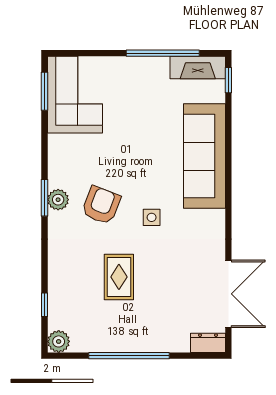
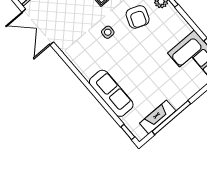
fireplace: (198, 68) -> (158, 117), moved
sofa: (205, 156) -> (111, 93), width x0.74, depth x0.79

